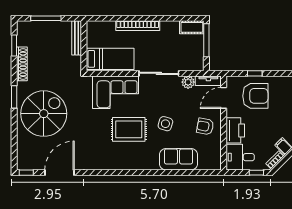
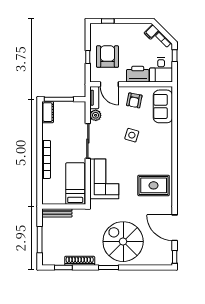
rug: (129, 129) -> (154, 185), moved, turned 90
sofa: (178, 159) -> (163, 106), moved

